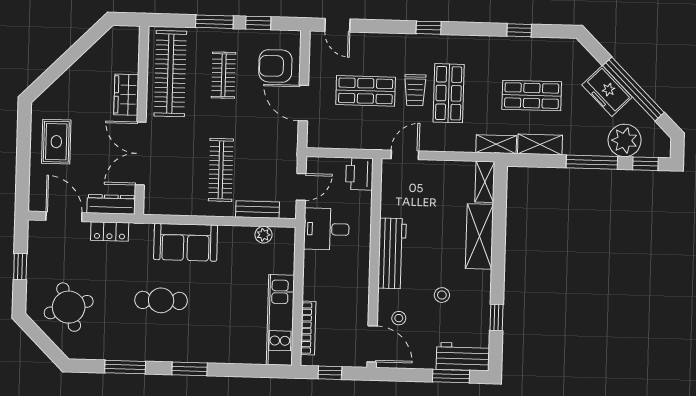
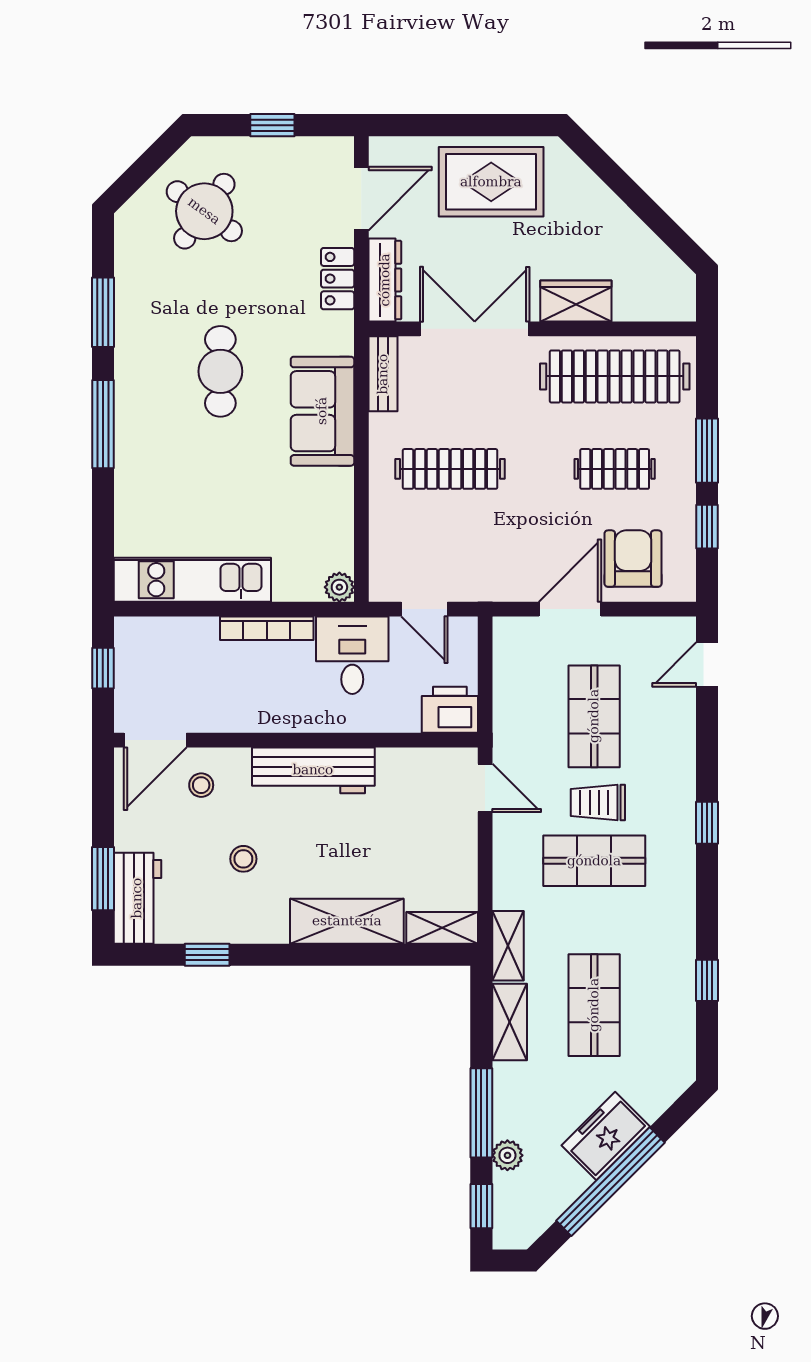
plant: (625, 140) -> (507, 1155), width x0.53, depth x0.53
rug: (56, 142) -> (491, 182), width x1.36, depth x1.43
bench: (257, 209) -> (383, 374), moved
plant: (263, 235) -> (339, 587), moved
round table: (69, 307) -> (204, 211), turned -35
bookcase: (308, 328) -> (267, 628), moved
window: (190, 369) -> (103, 424), width x1.44

